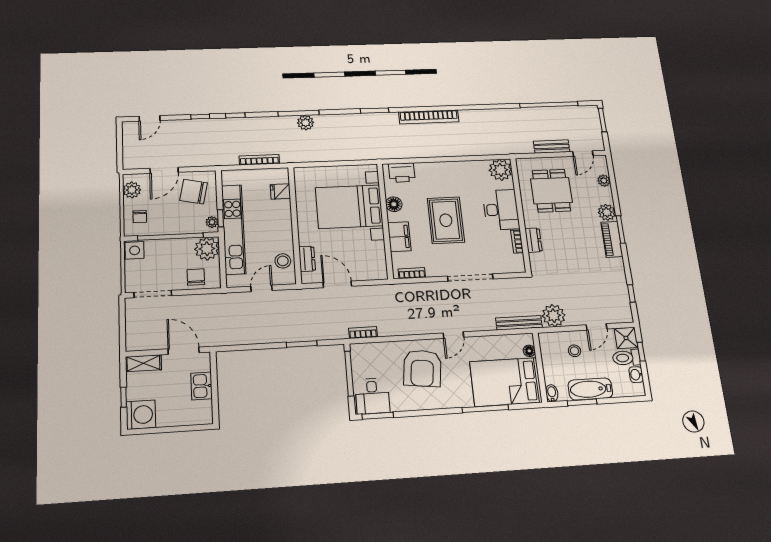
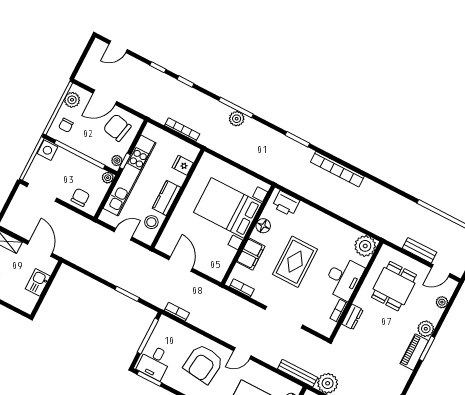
kitchen counter: (283, 230) -> (166, 198), added
plant: (207, 249) -> (108, 178), width x0.53, depth x0.53
dresser: (307, 259) -> (170, 231), removed

